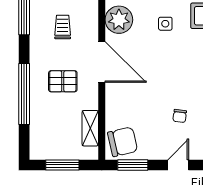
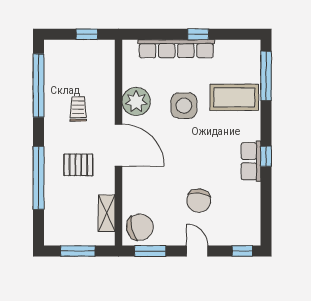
side table: (165, 24) -> (184, 106), width x1.87, depth x1.87
chair: (180, 116) -> (199, 201), width x1.87, depth x1.87
door: (178, 165) -> (197, 251), hinge flipped

